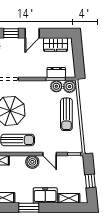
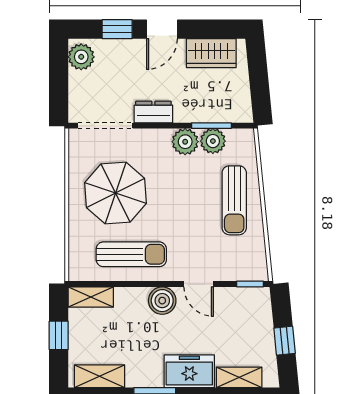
dresser: (56, 72) -> (153, 112), moved
plant: (69, 87) -> (185, 142), moved

